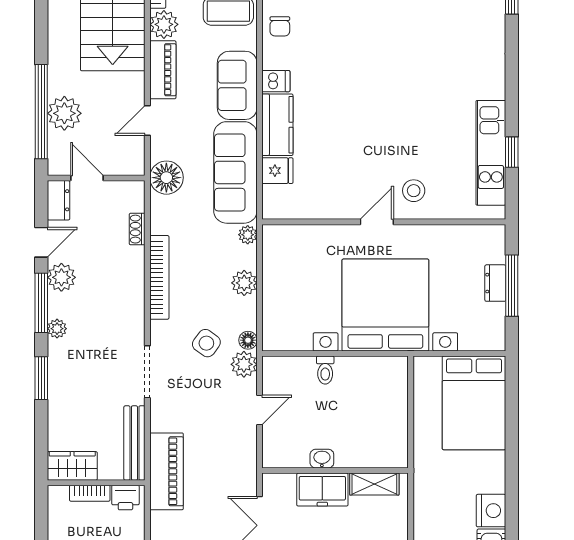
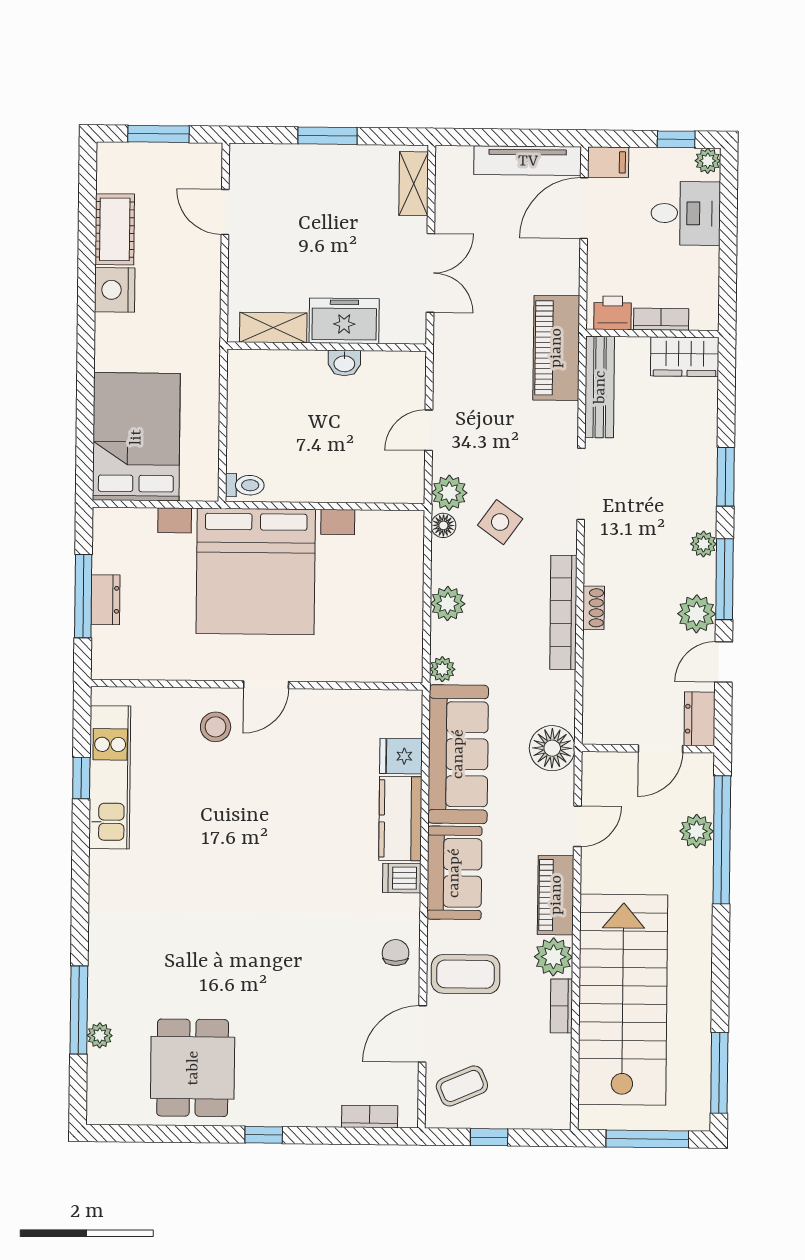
plant: (64, 113) -> (697, 831), width x0.73, depth x0.73
door: (87, 178) -> (660, 749), hinge flipped
shoe rack: (137, 229) -> (594, 608), moved
toilet: (325, 370) -> (245, 485), moved, turned 90

